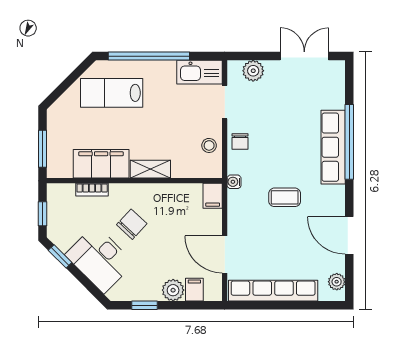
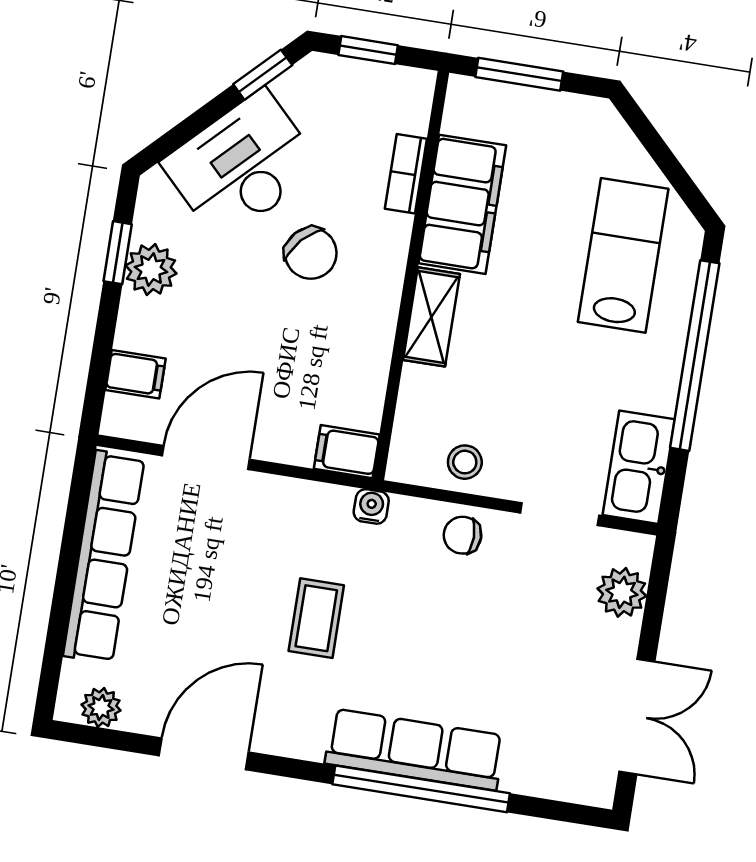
plant: (173, 290) -> (151, 270), moved

